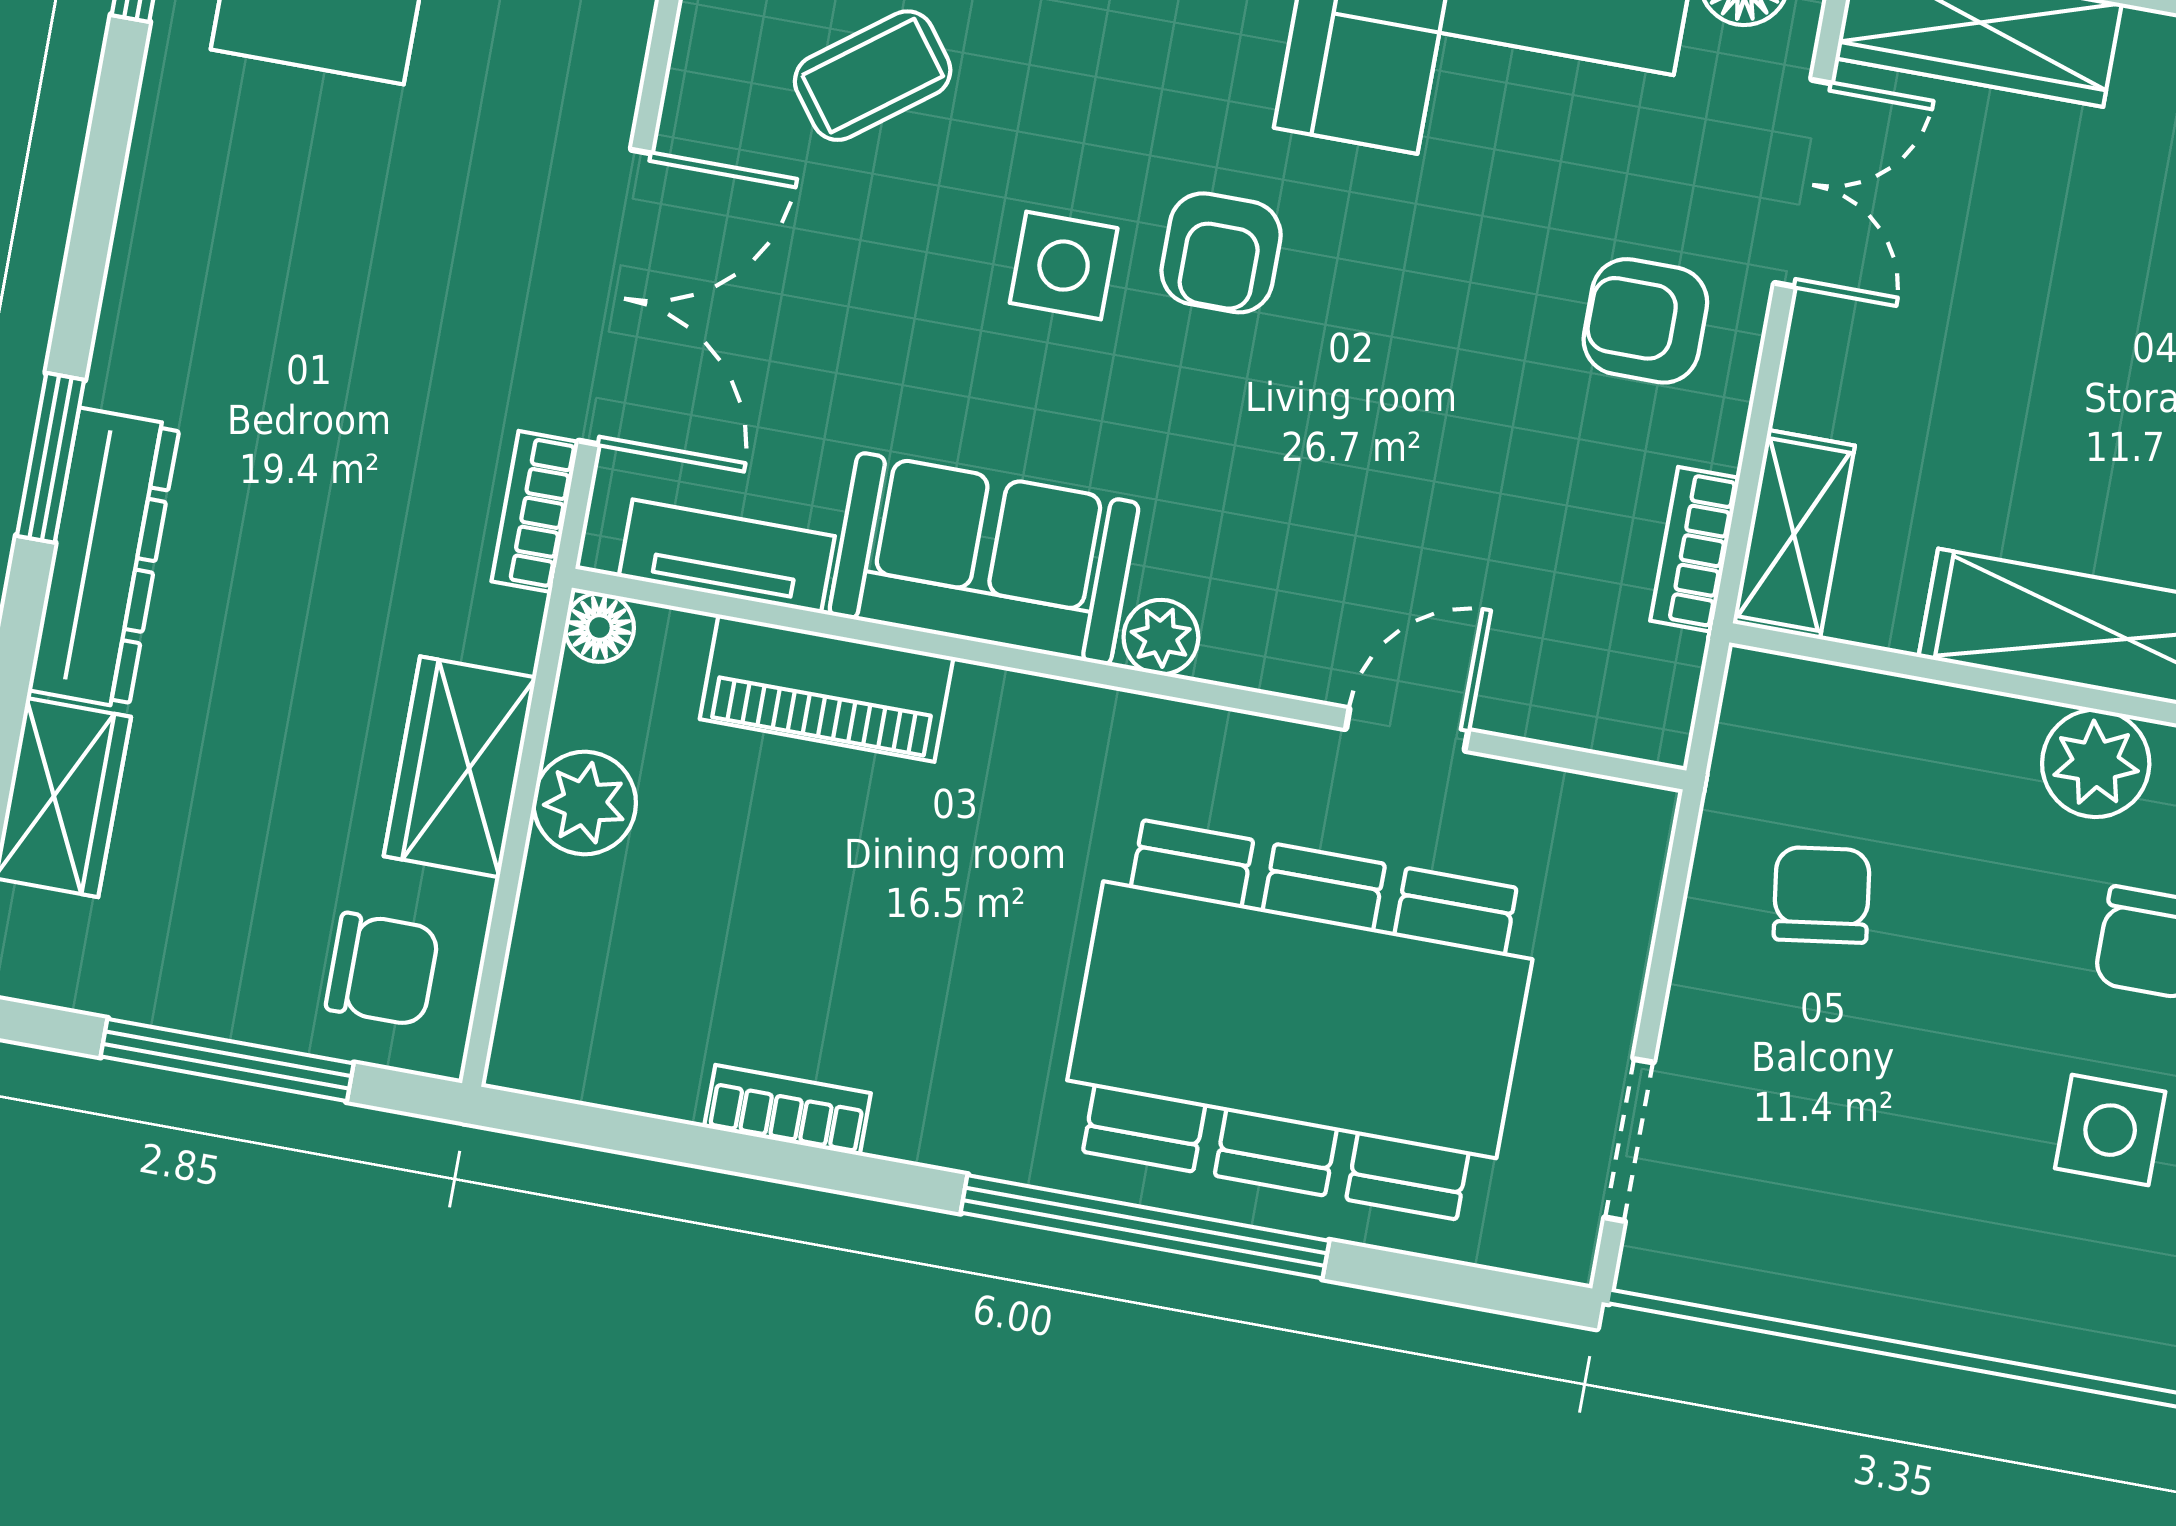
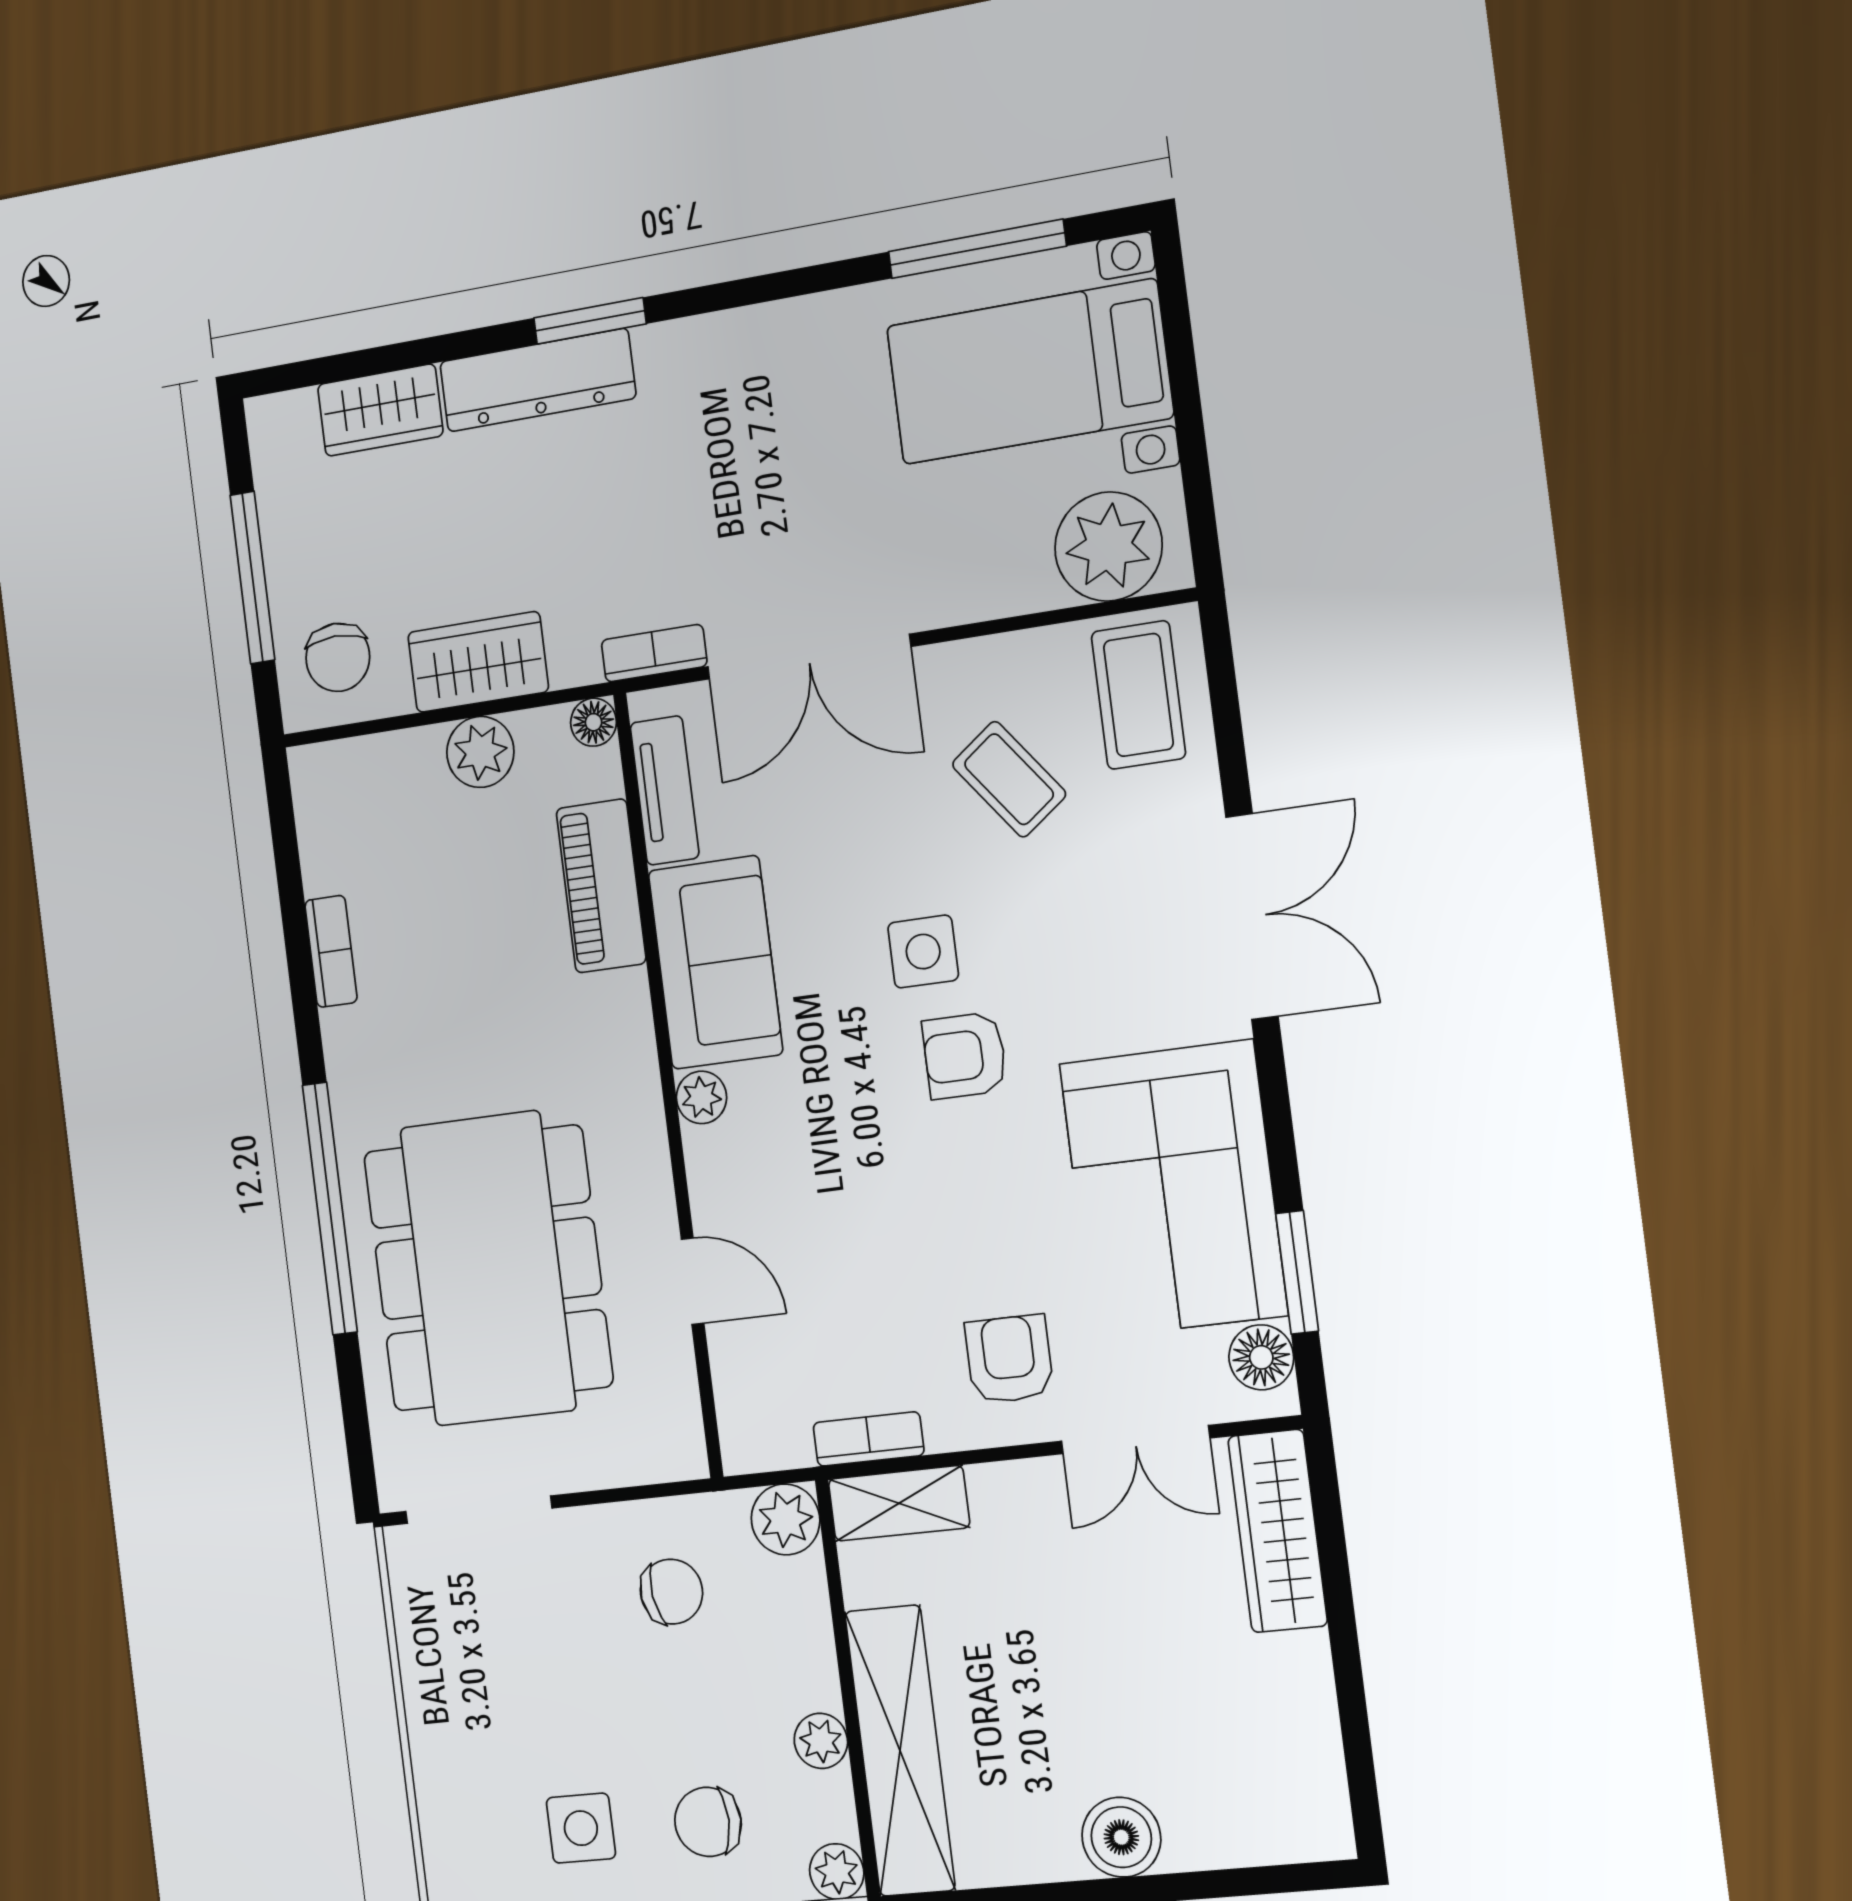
plant: (1770, 701) -> (786, 1519), added
plant: (2096, 763) -> (821, 1741), width x0.73, depth x0.73
doorway: (1629, 1140) -> (479, 1510), width x1.38

